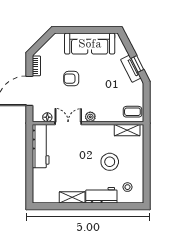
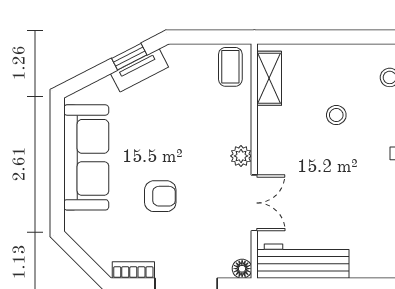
armchair: (71, 79) -> (160, 196), turned -90
floor lamp: (47, 117) -> (242, 269), moved
double door: (68, 123) -> (254, 203), swing flipped
stool: (110, 162) -> (336, 115), width x0.53, depth x0.53

